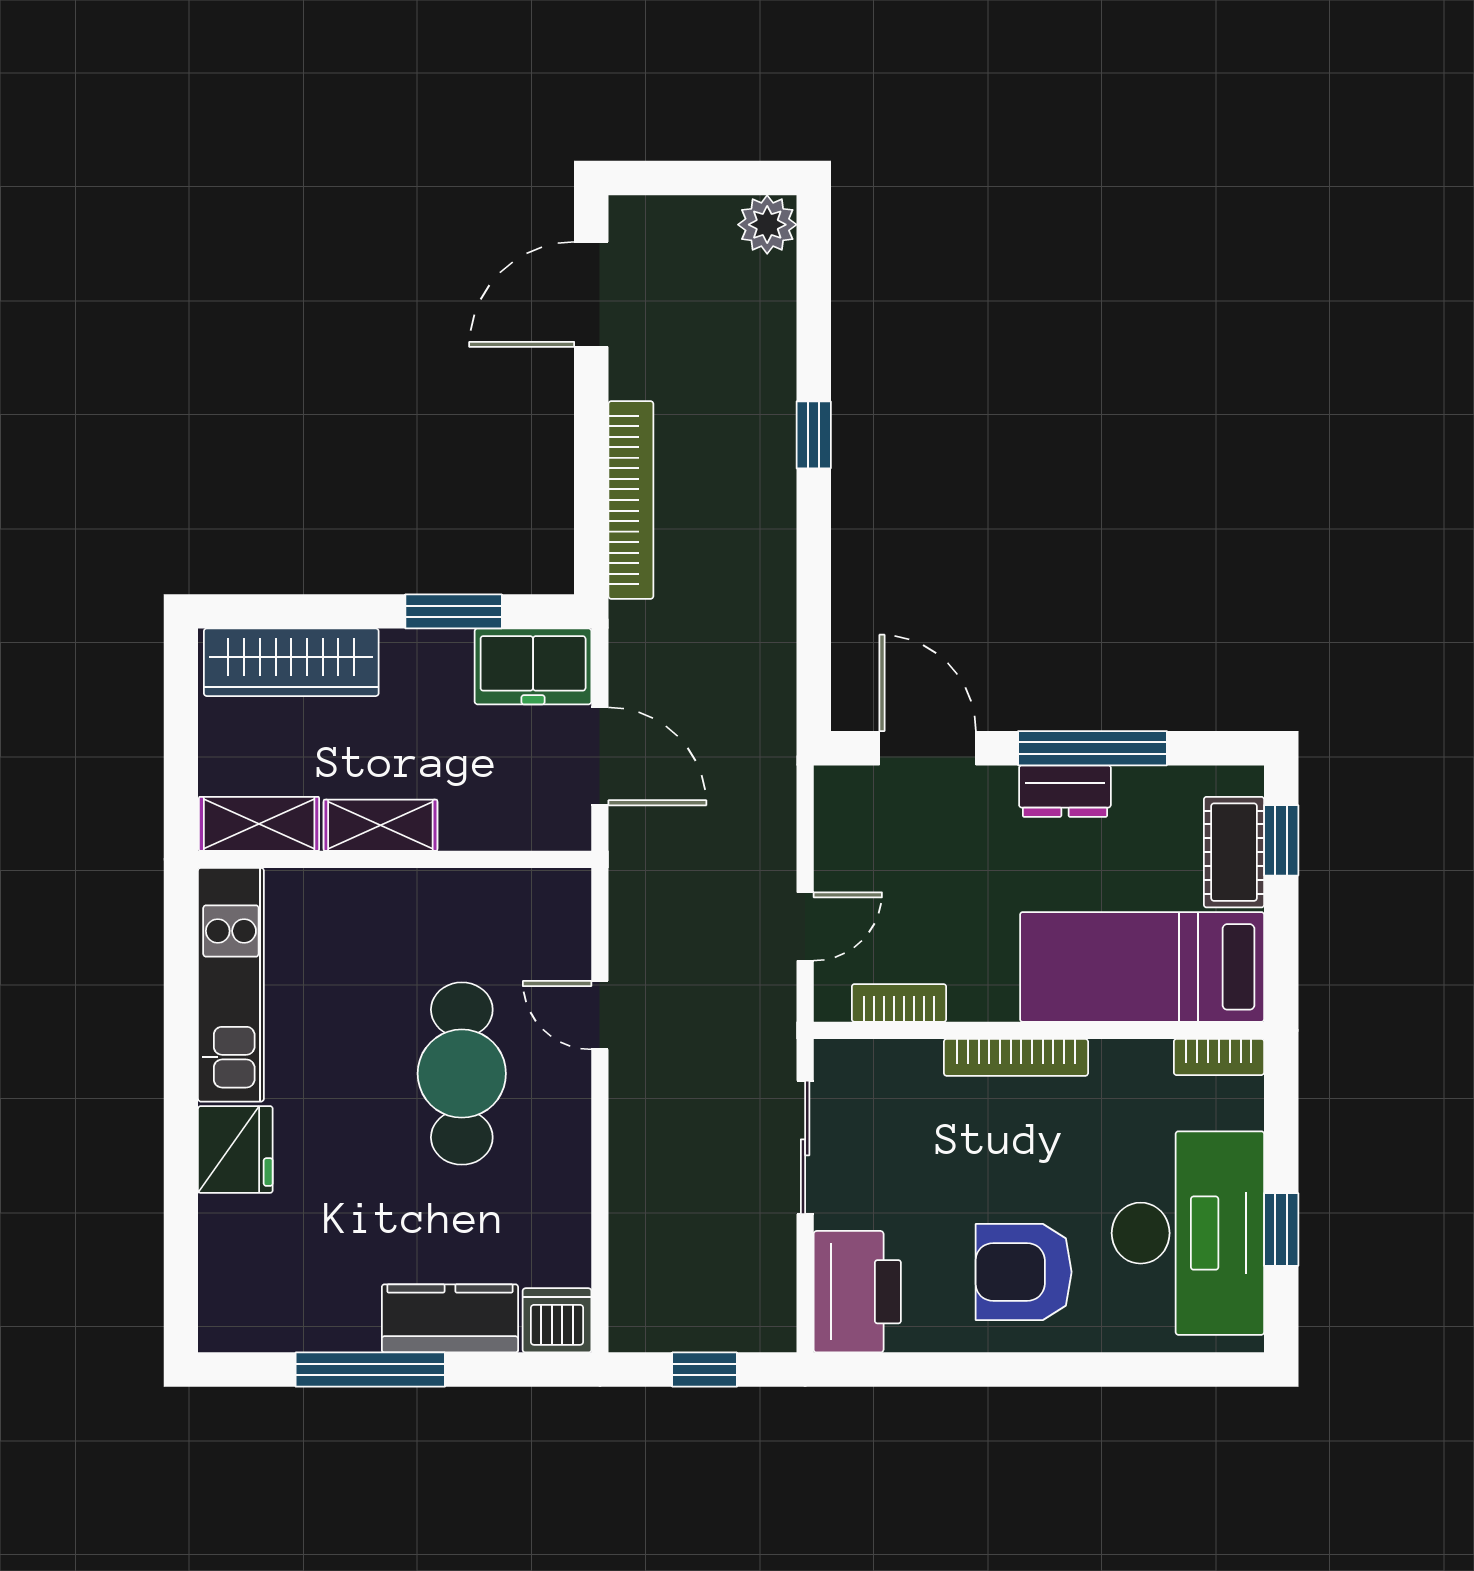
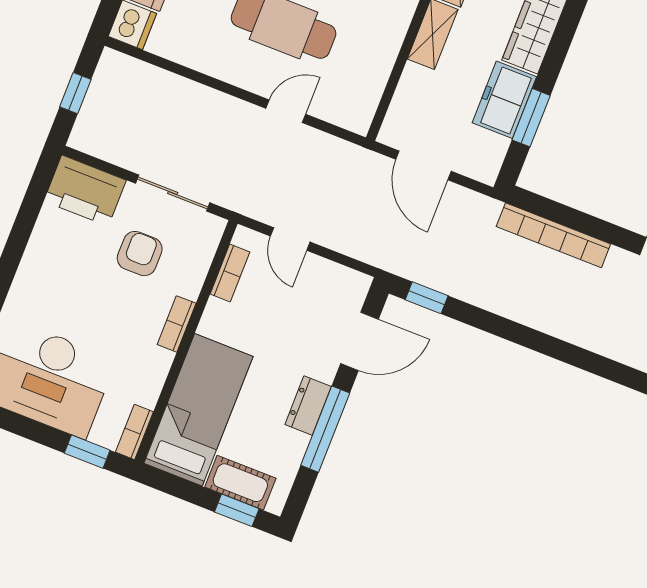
window: (814, 435) -> (427, 298), moved
freezer: (533, 666) -> (504, 100), moved
door: (600, 756) -> (423, 165), hinge flipped
bookcase: (1016, 1057) -> (177, 324), width x0.64
window: (1281, 1229) -> (87, 452), moved
armchair: (1024, 1272) -> (140, 254), moved, width x0.72, depth x0.72

